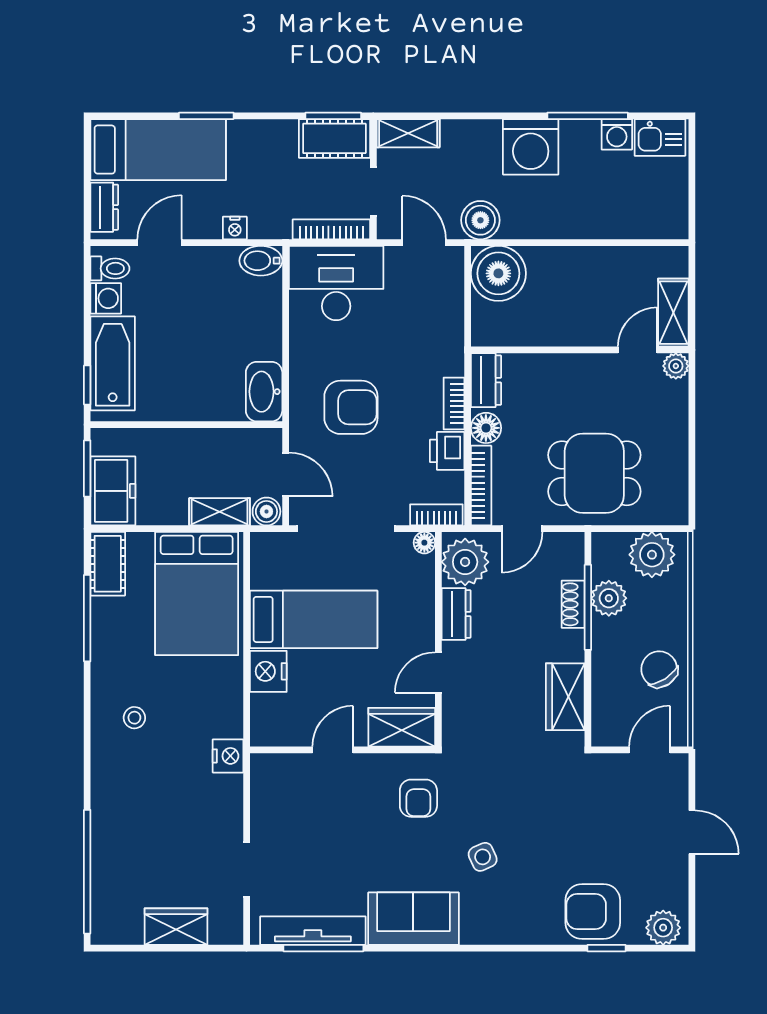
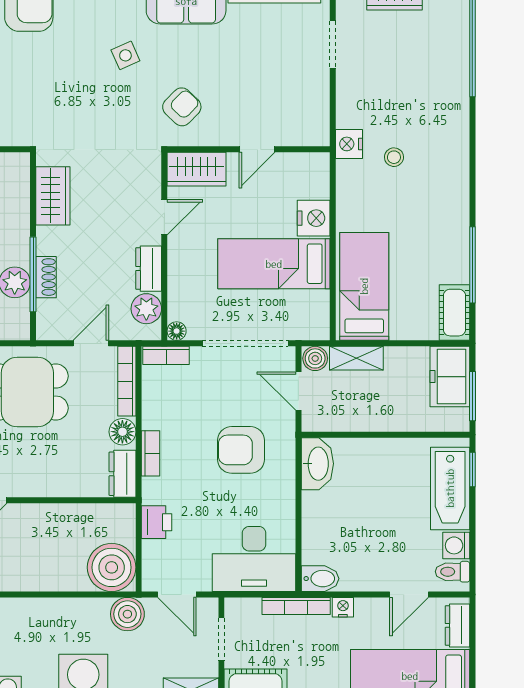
bookcase: (331, 229) -> (296, 606), moved
printer: (447, 451) -> (157, 522), moved
plant: (465, 562) -> (146, 309), width x0.73, depth x0.73
bed: (197, 593) -> (364, 286), width x0.67
stool: (134, 718) -> (394, 157), moved
armchair: (418, 798) -> (182, 107), turned 44

